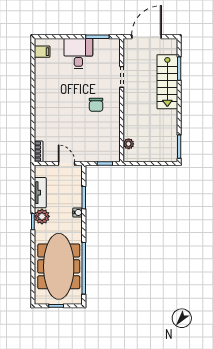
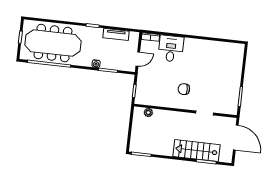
filing cabinet: (42, 52) -> (233, 49), removed
desk: (78, 54) -> (171, 49), moved, turned -90
plant: (42, 216) -> (96, 34), removed

